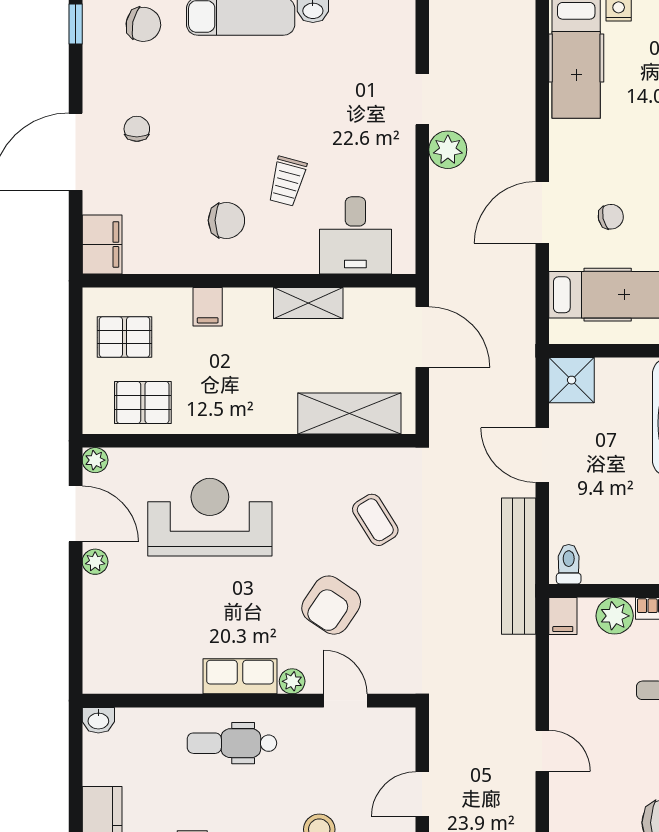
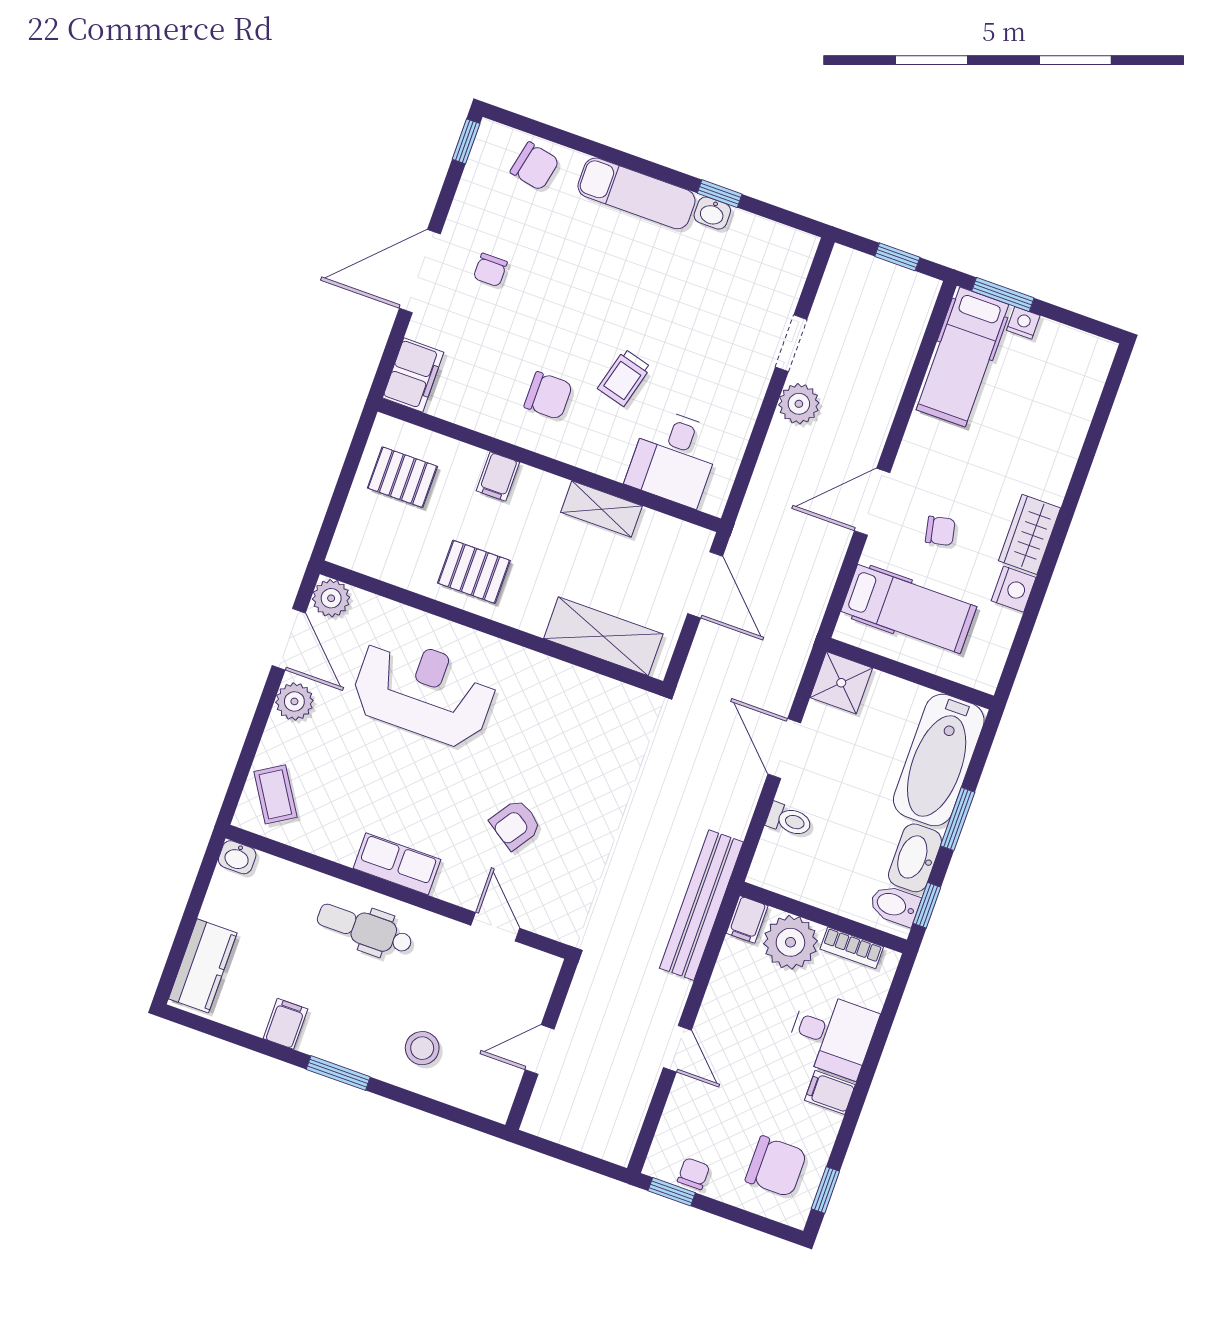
chair: (137, 129) -> (490, 270), turned 180
pallet: (143, 402) -> (474, 572), moved
plant: (95, 460) -> (331, 598), width x1.38, depth x1.38
coffee table: (375, 520) -> (275, 794), moved
plant: (95, 562) -> (294, 701), width x1.38, depth x1.38
toilet: (569, 564) -> (789, 820), moved, turned 90
bench: (519, 566) -> (701, 905), moved
armchair: (331, 605) -> (515, 824), width x0.72, depth x0.72
plant: (615, 616) -> (790, 942), width x1.36, depth x1.36
plant: (292, 681) -> (448, 888), removed

